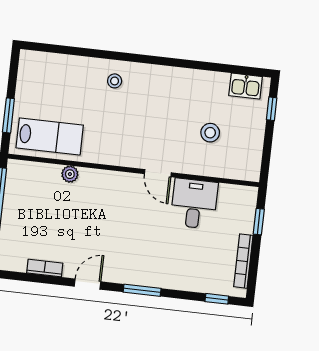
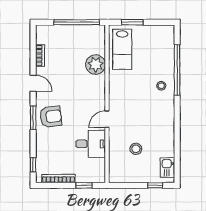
window: (92, 53) -> (177, 70), added
plant: (70, 174) -> (96, 65), width x1.88, depth x1.88
armchair: (143, 262) -> (51, 117), added

